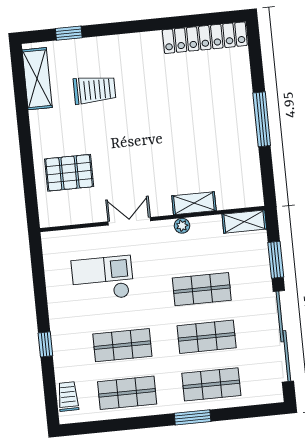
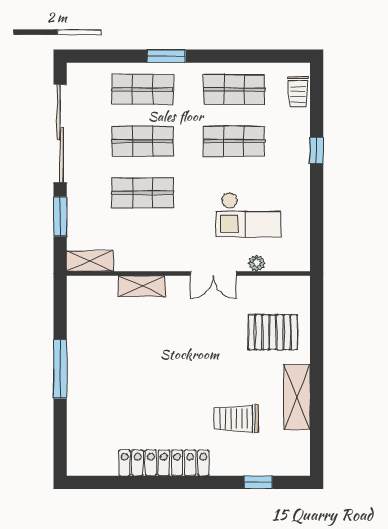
locker: (205, 38) -> (164, 463), moved
shelving: (37, 79) -> (297, 397), moved
plant: (182, 226) -> (257, 263), moved

